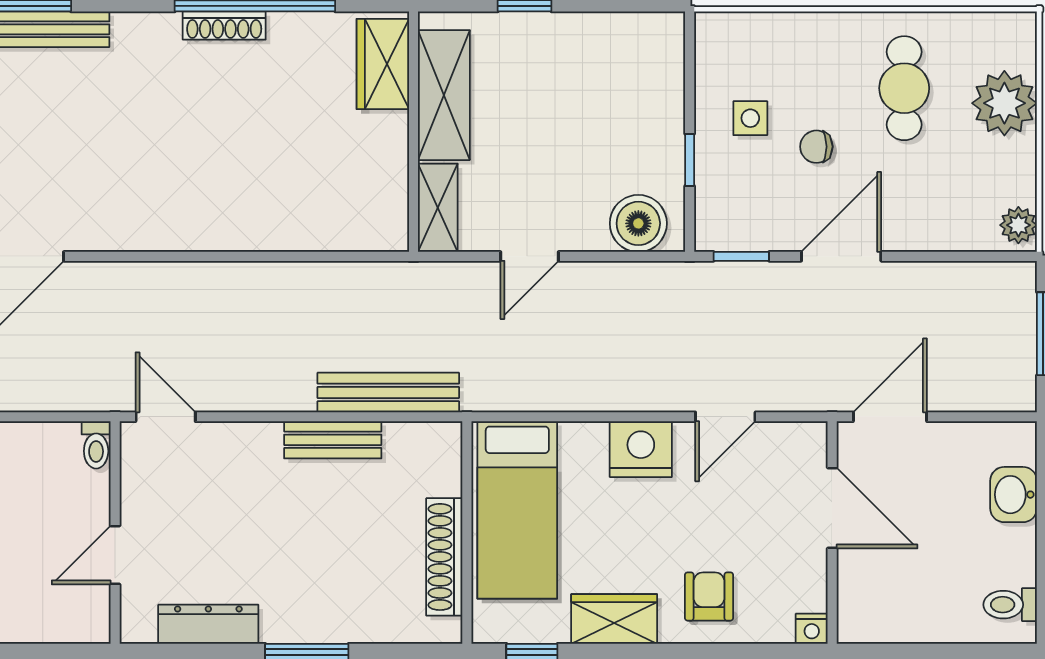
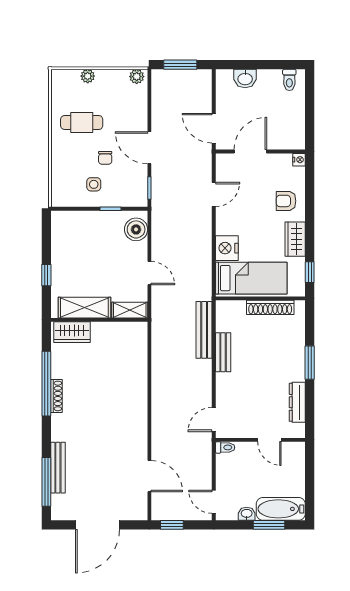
plant: (1004, 103) -> (88, 76), width x0.53, depth x0.53
door: (725, 417) -> (214, 194), hinge flipped
nightstand: (641, 449) -> (227, 248), moved

